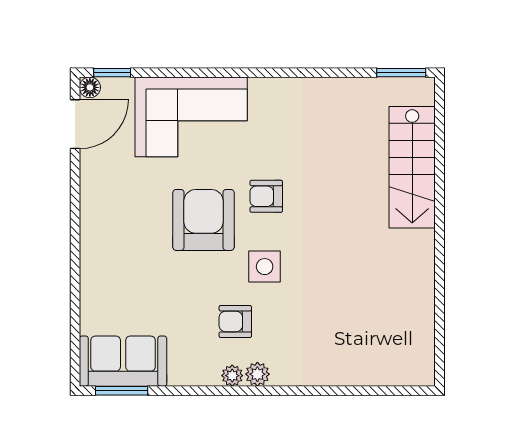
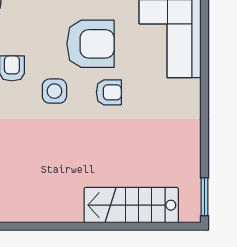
armchair: (266, 196) -> (109, 92), turned 90

